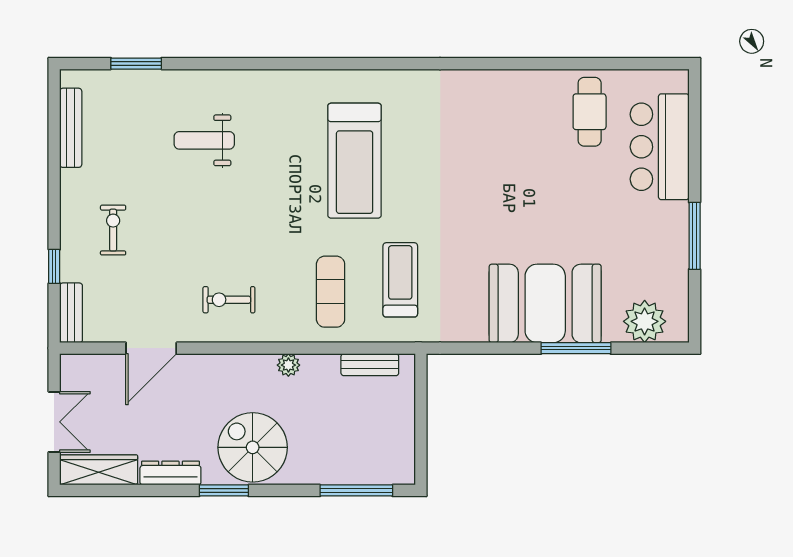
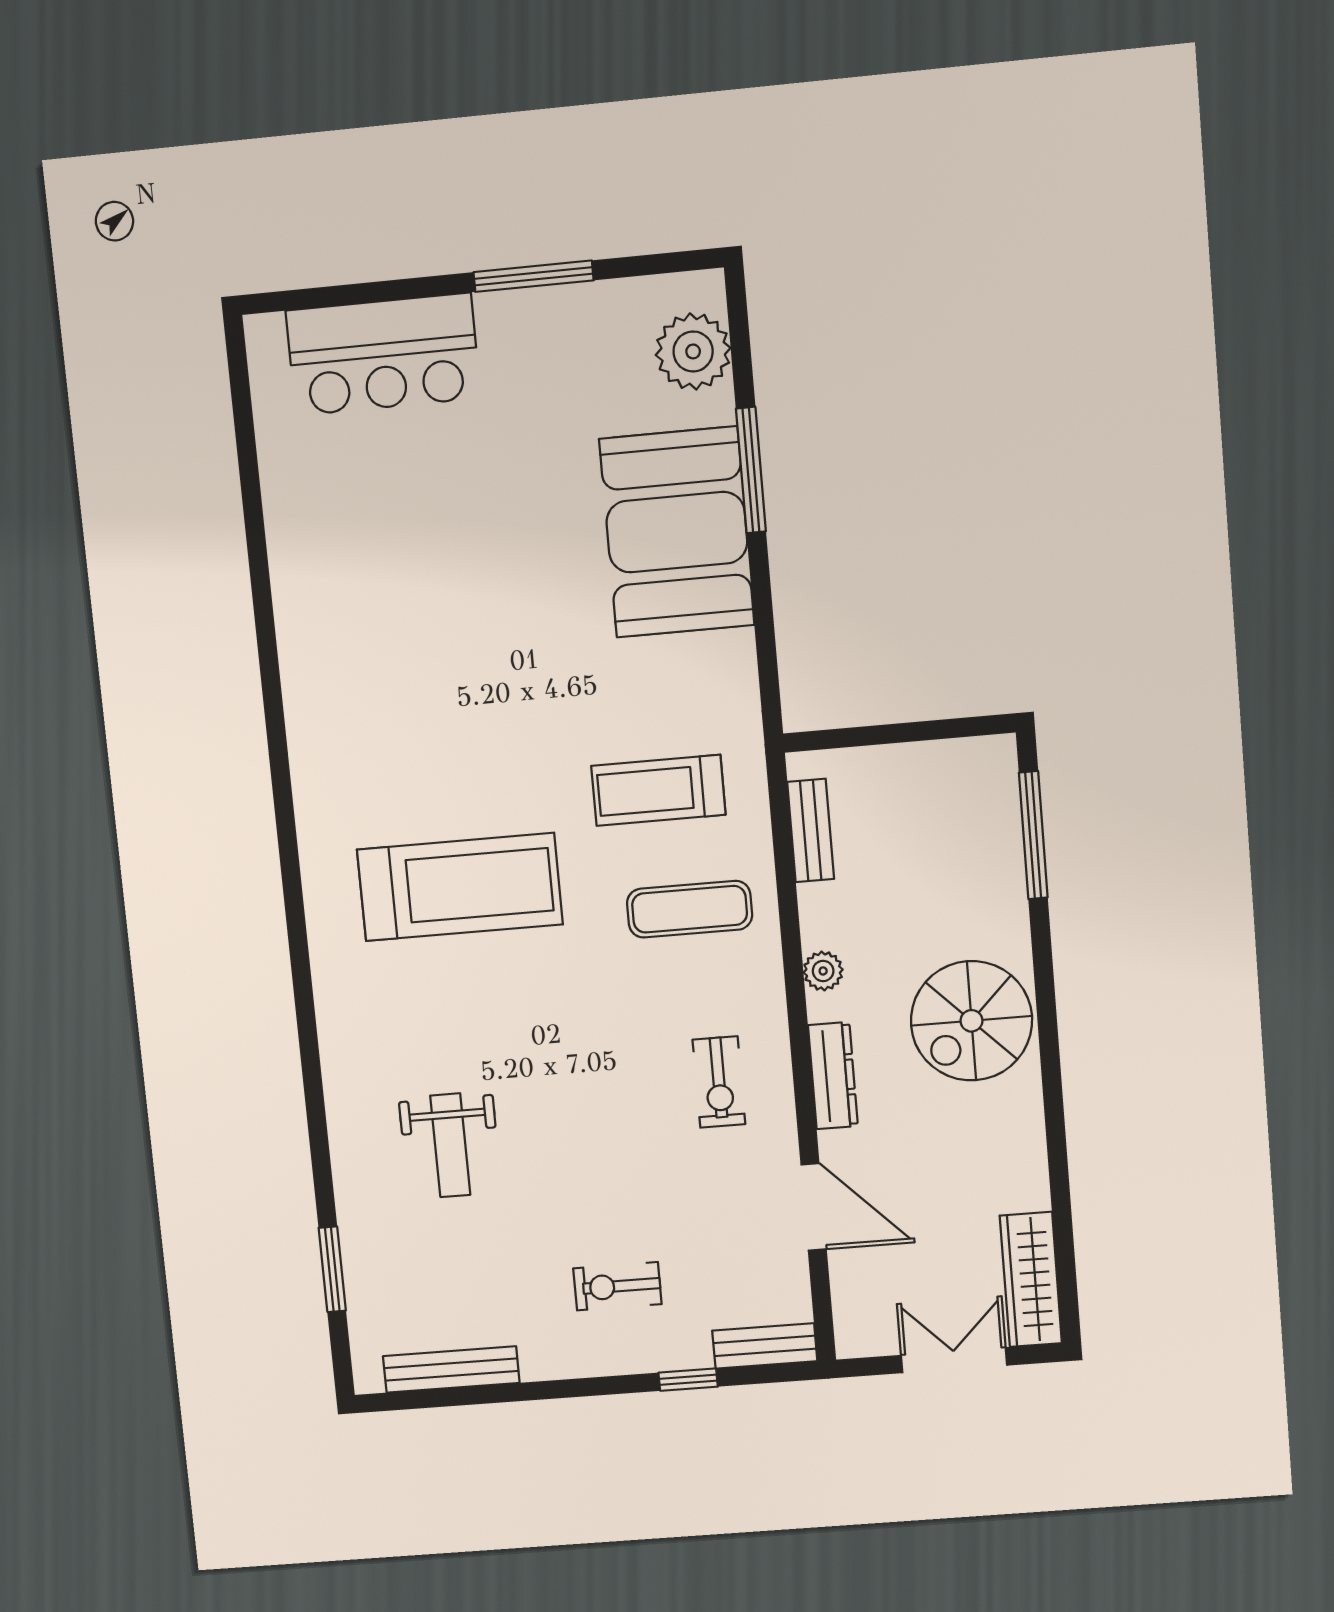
cafe table: (590, 112) -> (335, 485), removed
dresser: (170, 473) -> (833, 1076), moved, turned 180
window: (224, 490) -> (1050, 1064), removed

